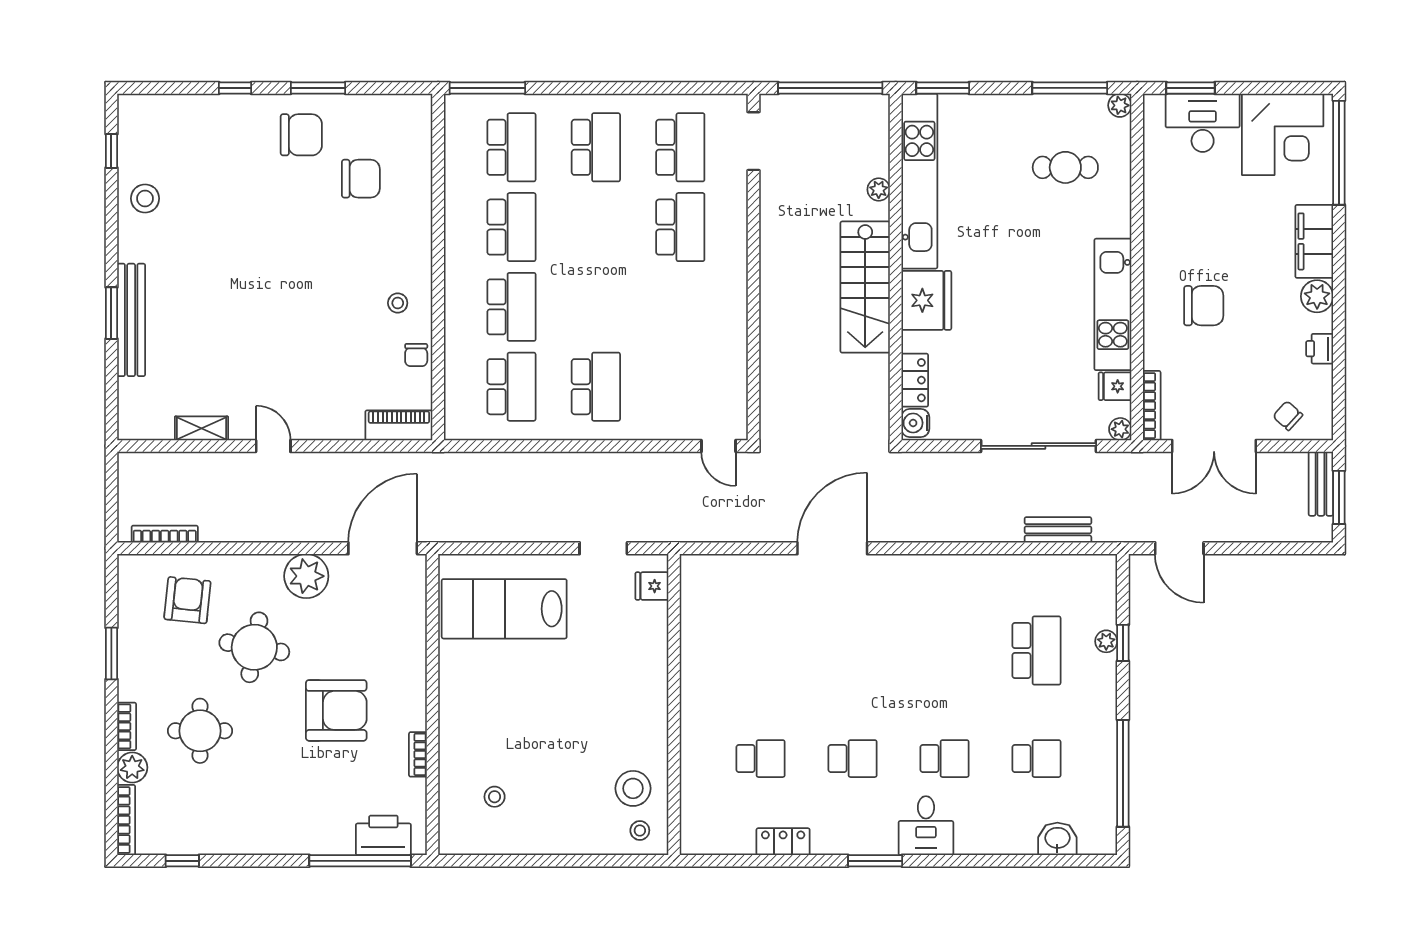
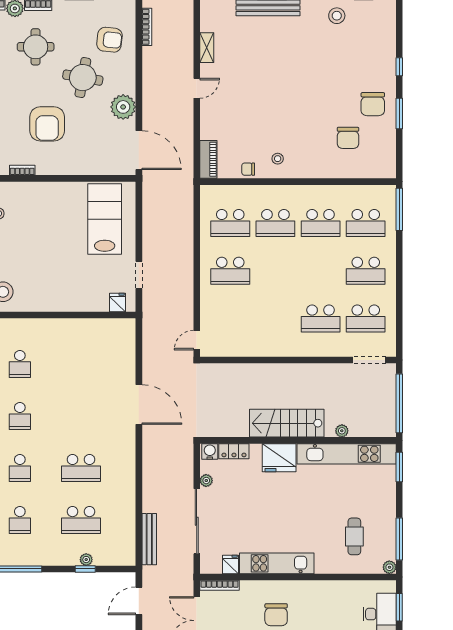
plant: (1120, 429) -> (206, 481), moved
bench: (1058, 530) -> (149, 539), width x1.36
school desk: (944, 651) -> (81, 468), added

